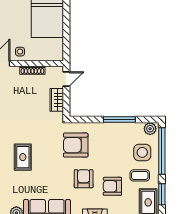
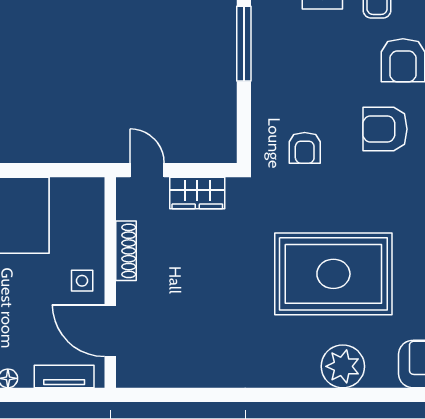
armchair: (76, 145) -> (305, 148), width x0.53, depth x0.53
rug: (23, 157) -> (333, 274), width x1.86, depth x2.06

